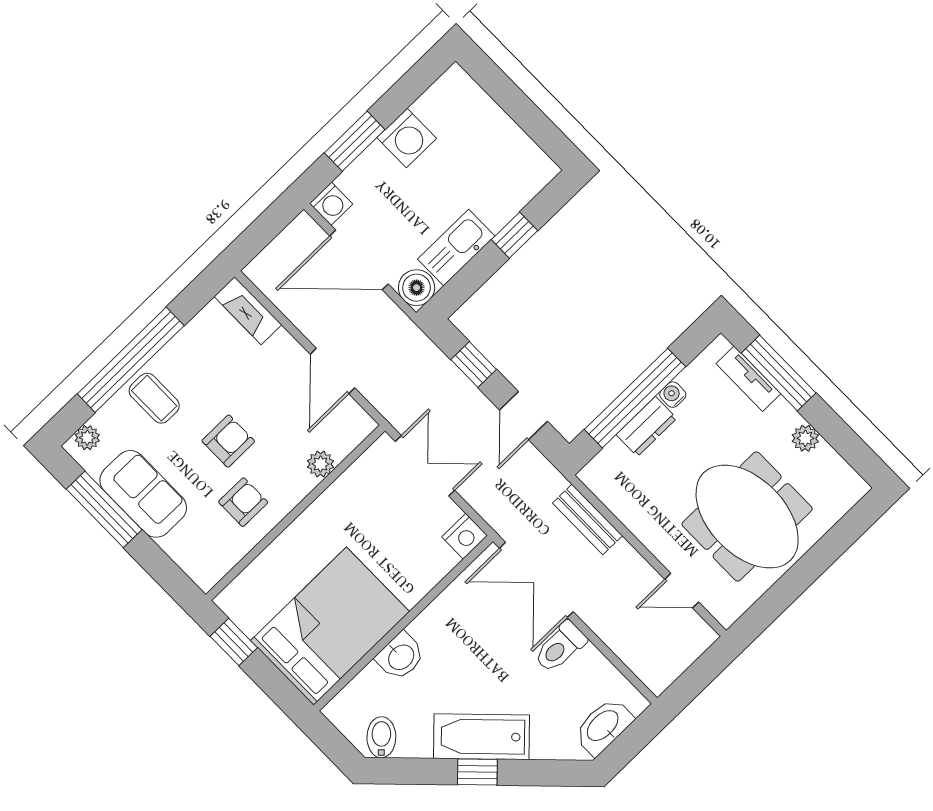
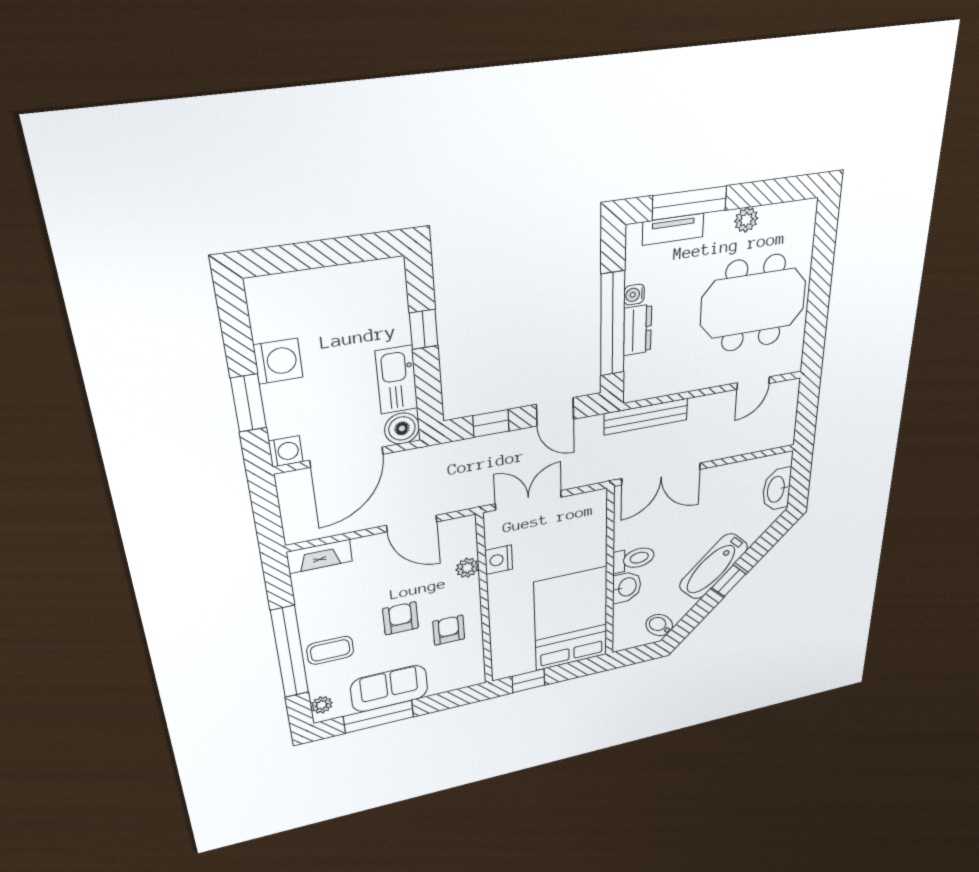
bench: (587, 519) -> (646, 417), width x1.36
nightstand: (465, 536) -> (499, 560), moved, turned 180
toilet: (560, 647) -> (633, 559), moved, turned -90

